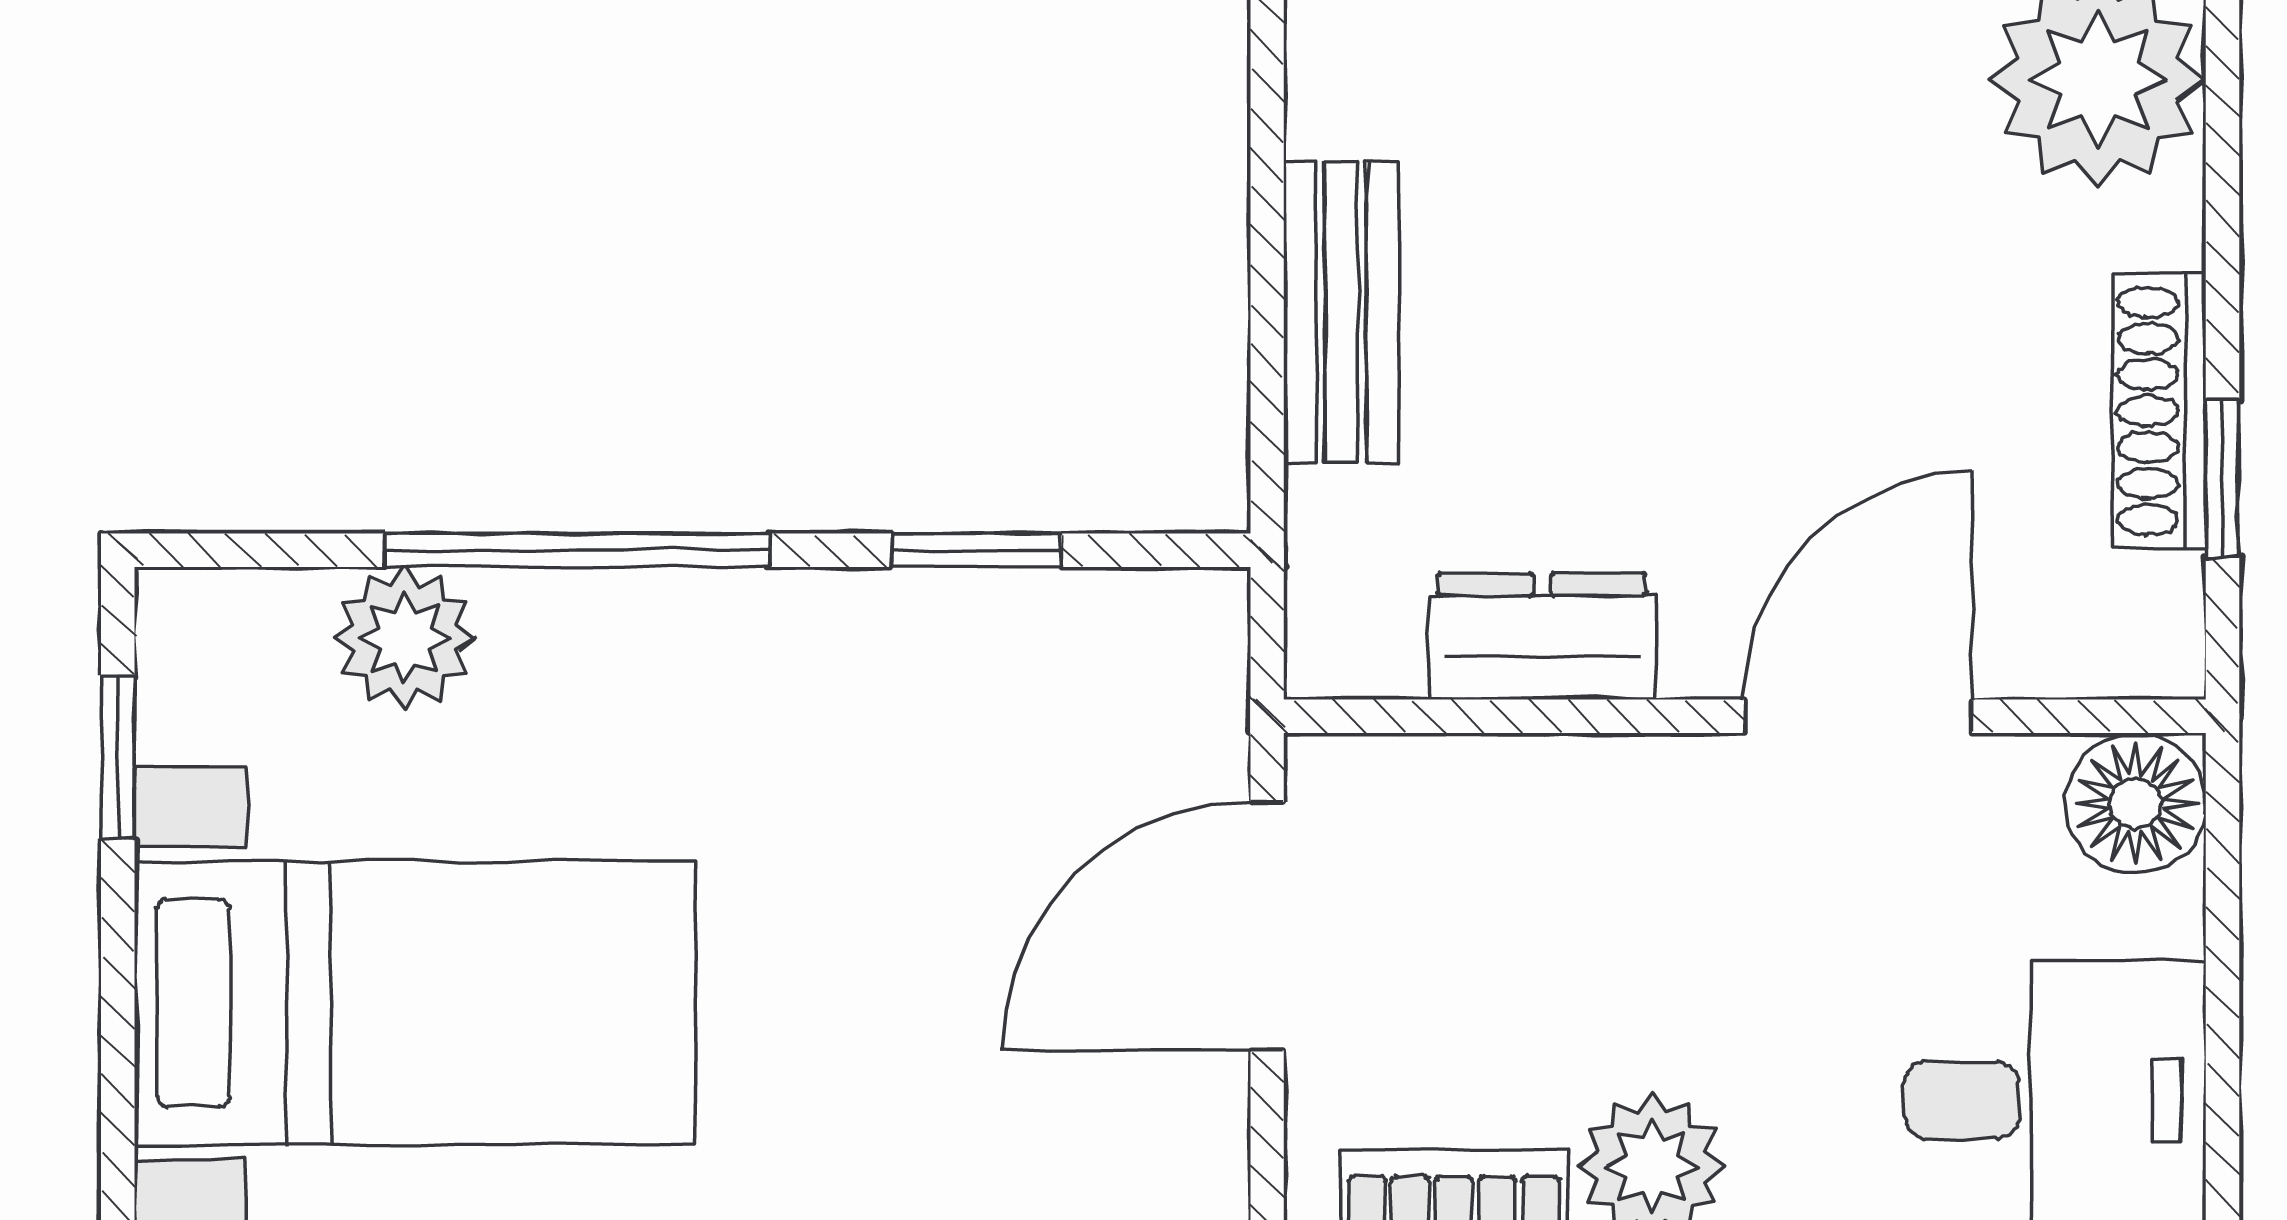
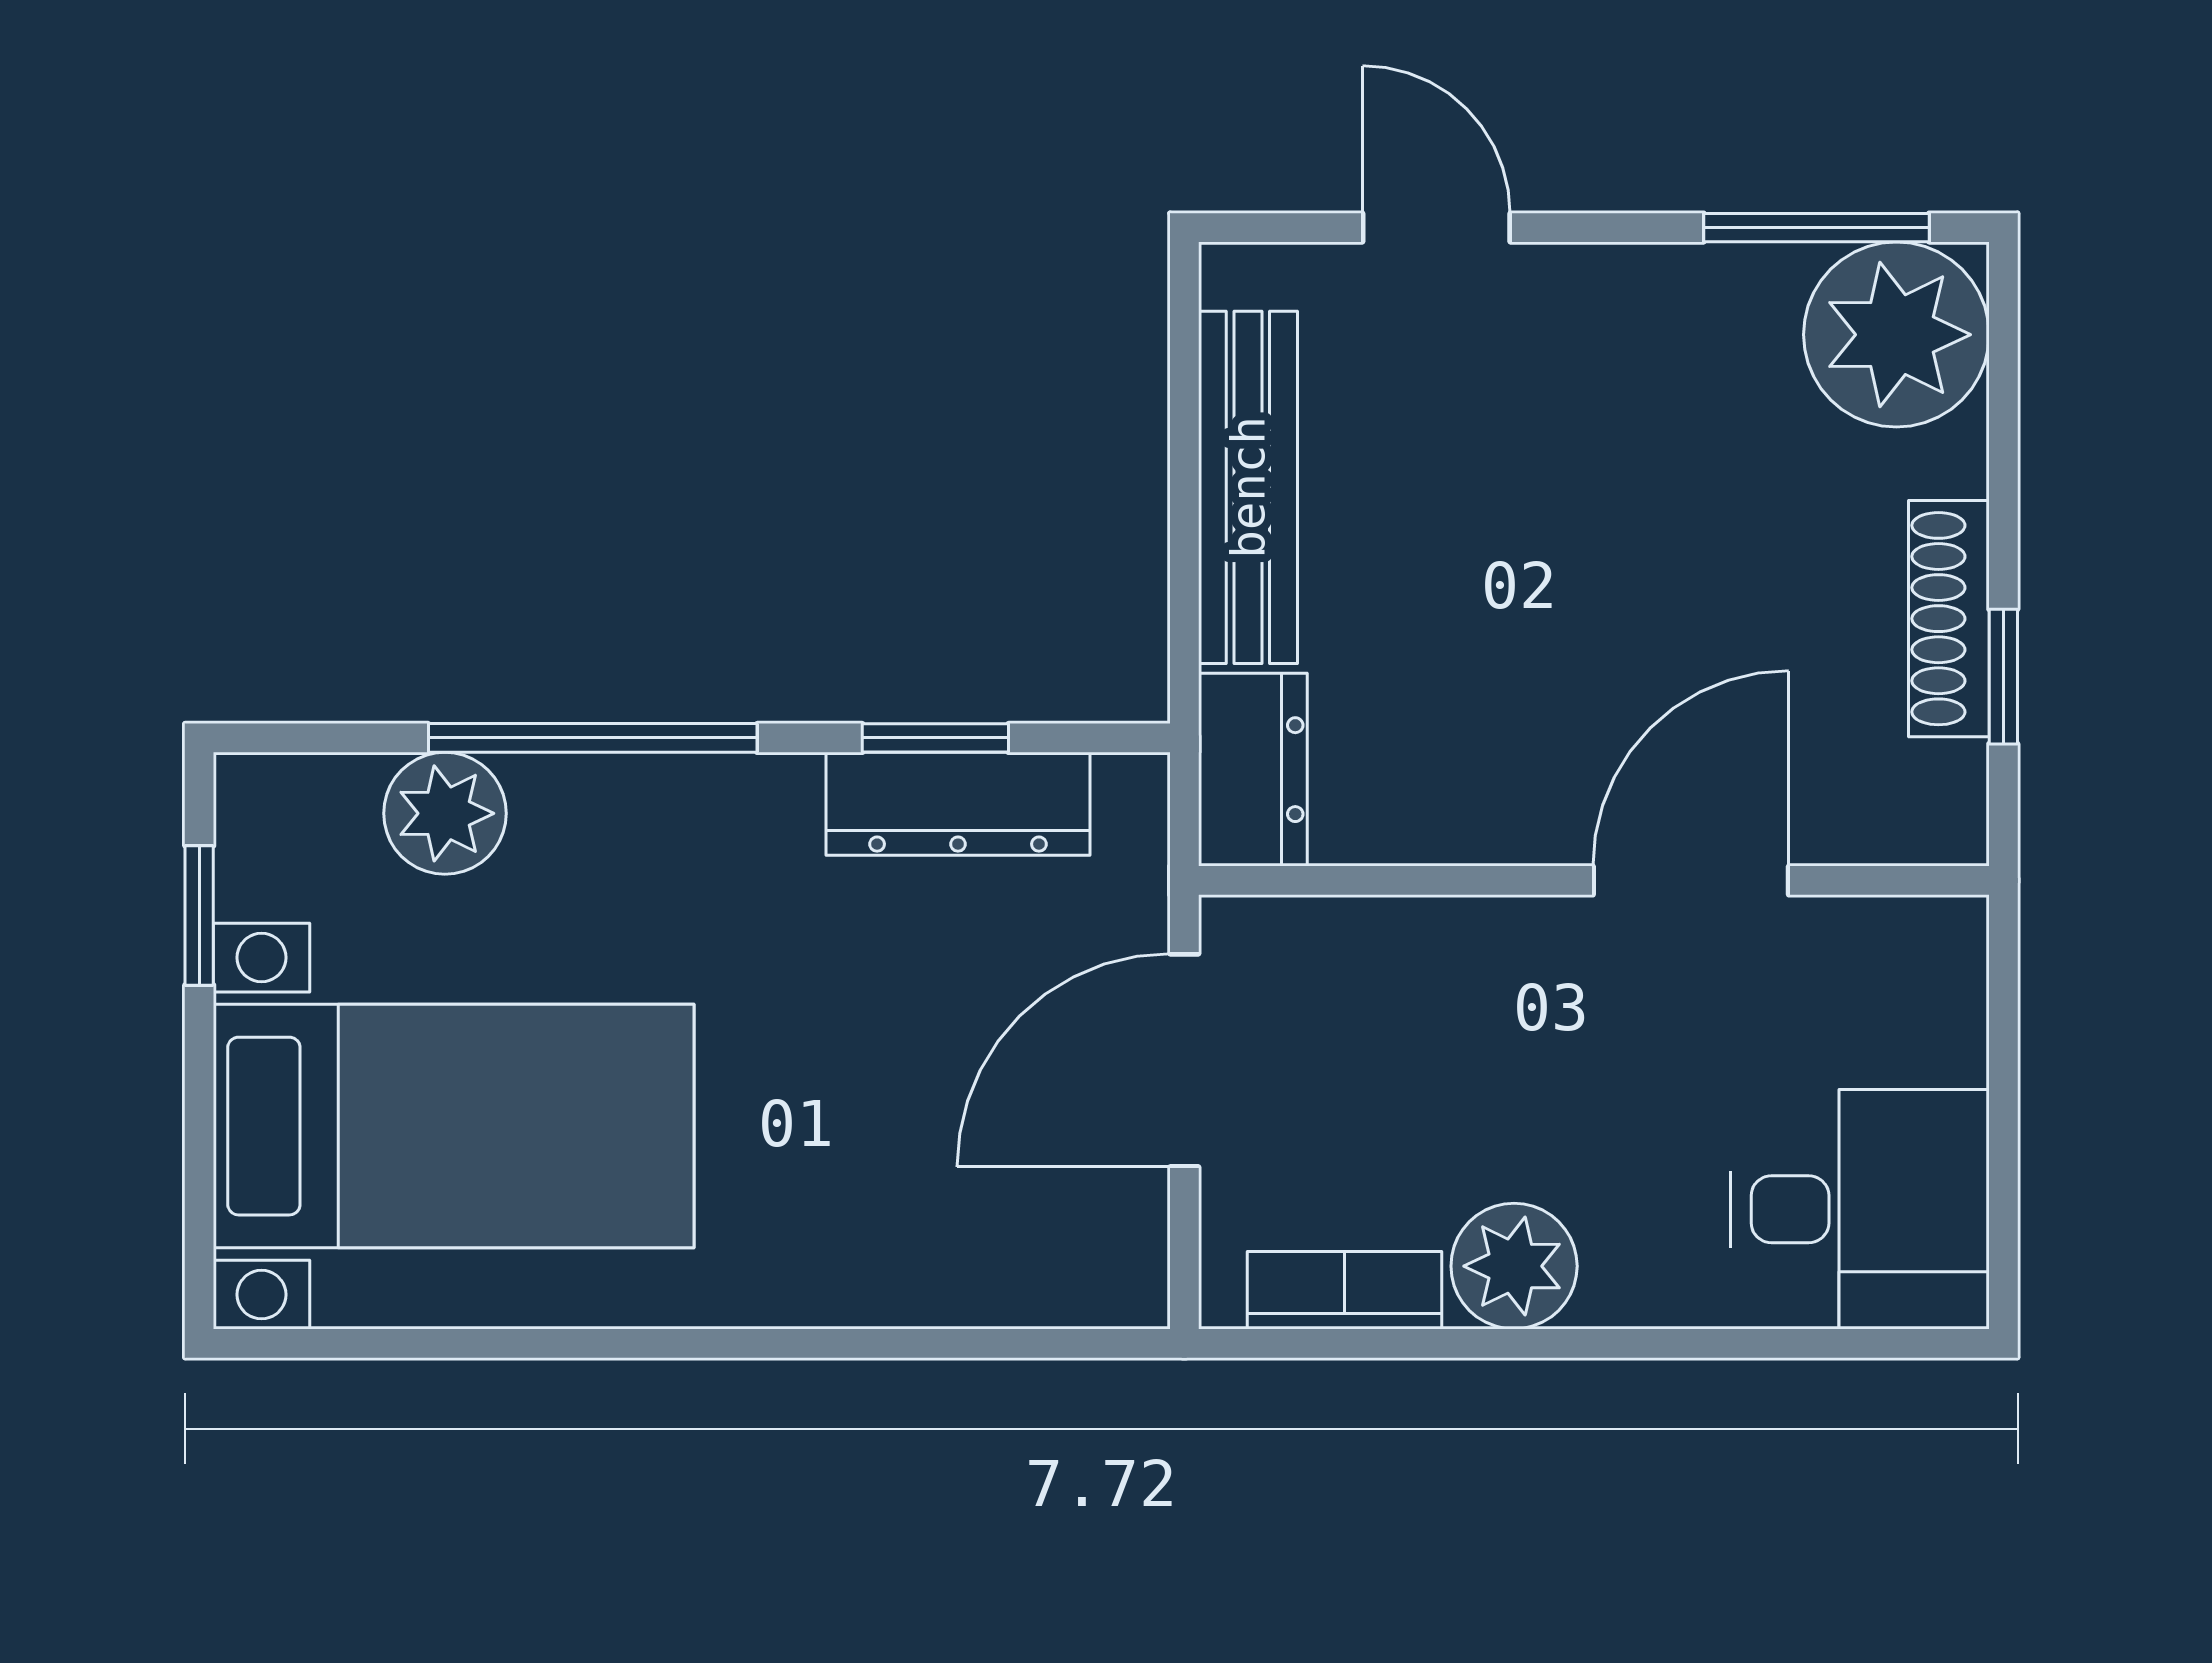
bench: (1341, 313) -> (1248, 487), width x1.36
dresser: (1003, 627) -> (958, 804), added
dresser: (1542, 636) -> (1253, 770), moved, turned 90
floor lamp: (2136, 803) -> (1929, 955), removed

